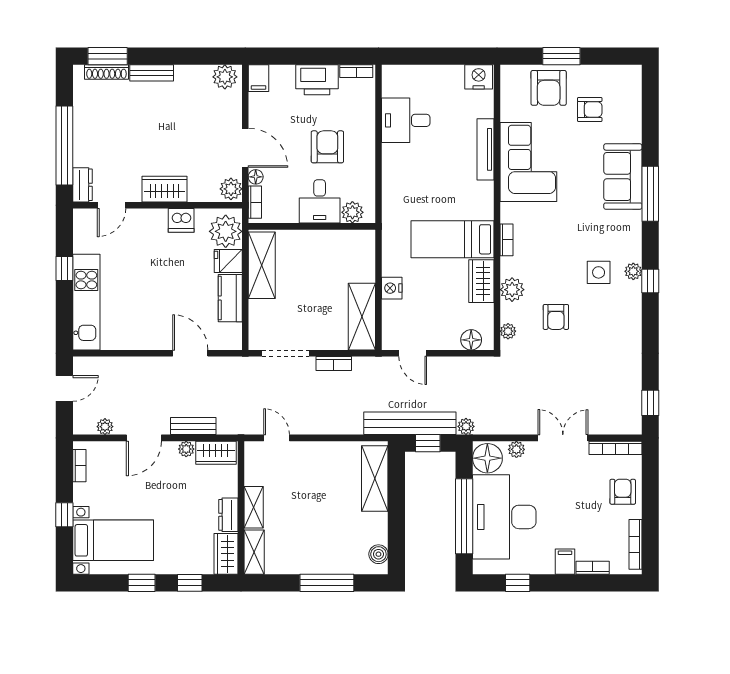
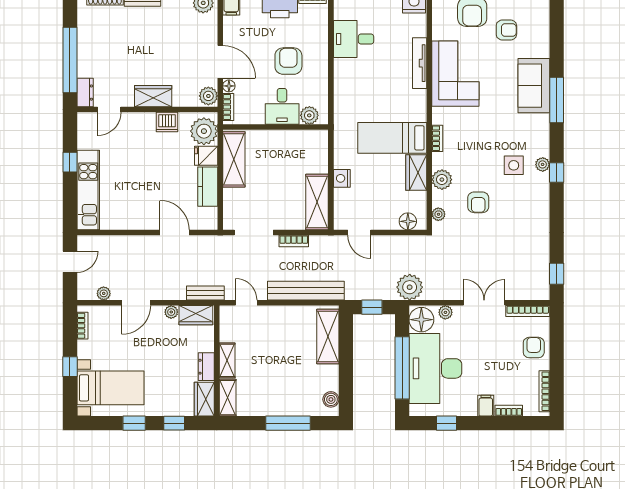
bench: (410, 423) -> (306, 291), moved
bench: (193, 426) -> (205, 293), moved
plant: (466, 426) -> (410, 287), width x1.88, depth x1.88

